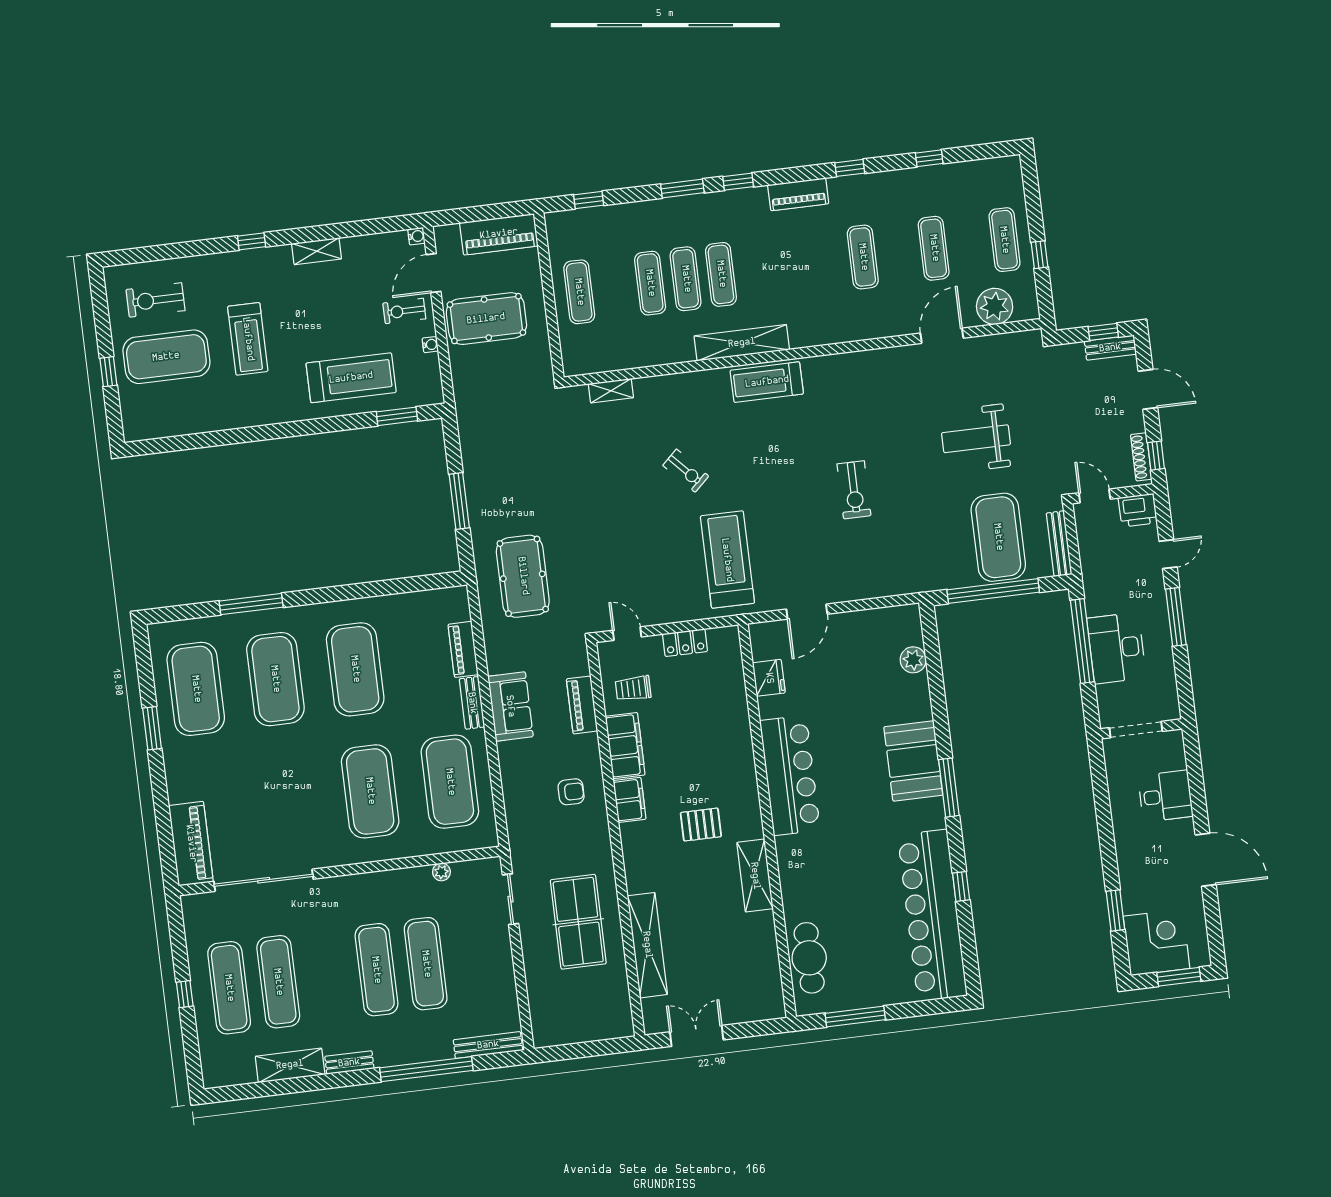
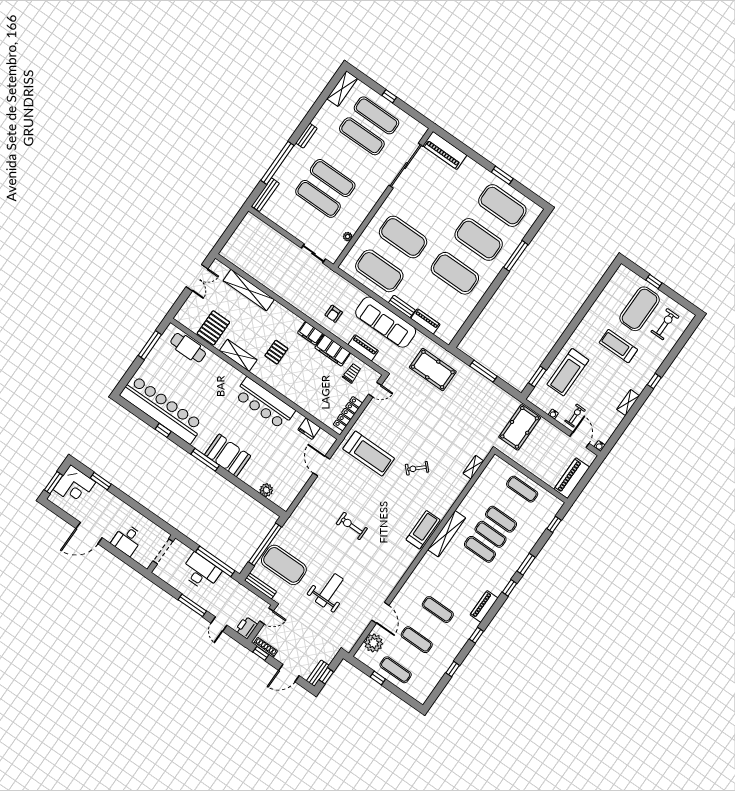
pool table: (486, 319) -> (520, 427), moved
locker: (685, 643) -> (348, 414), width x1.53
sofa: (510, 706) -> (386, 322), width x1.85, depth x1.27
table tennis table: (578, 922) -> (281, 272), removed
pallet: (748, 947) -> (213, 328), added
shelving: (290, 1065) -> (342, 89), moved

